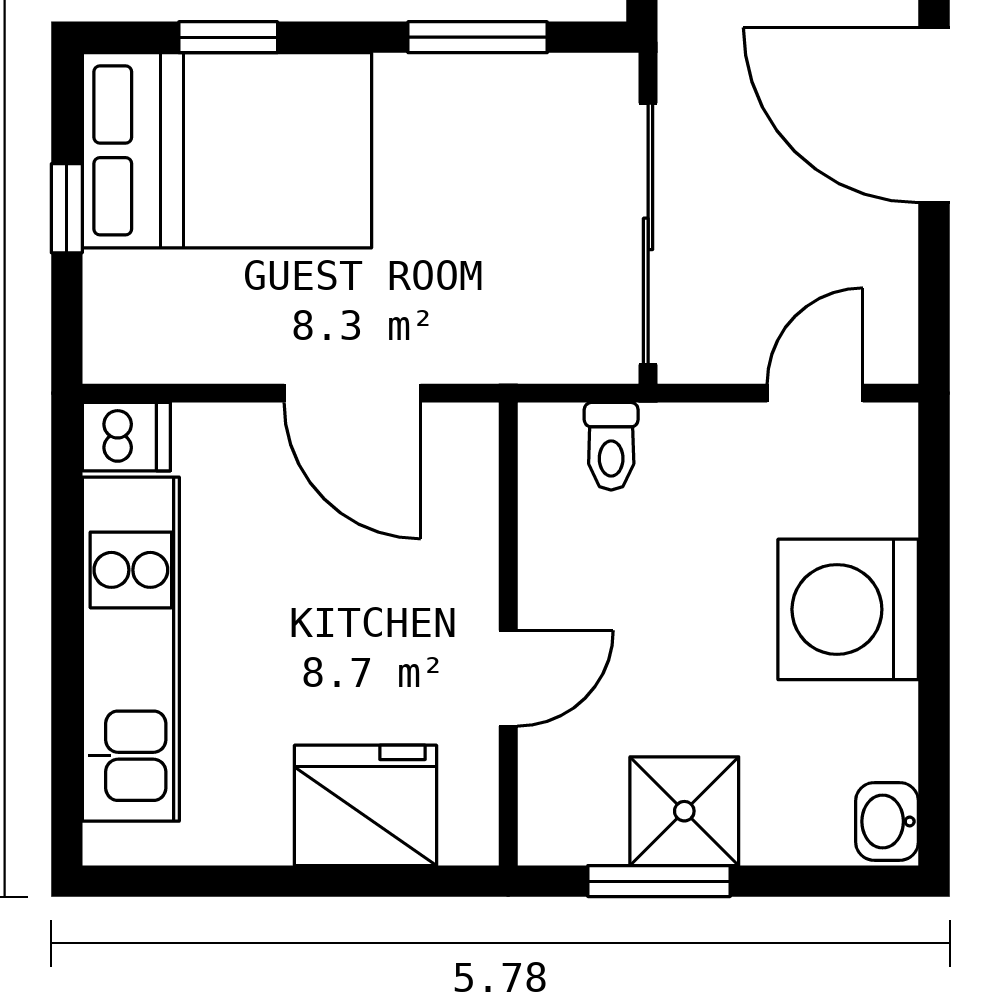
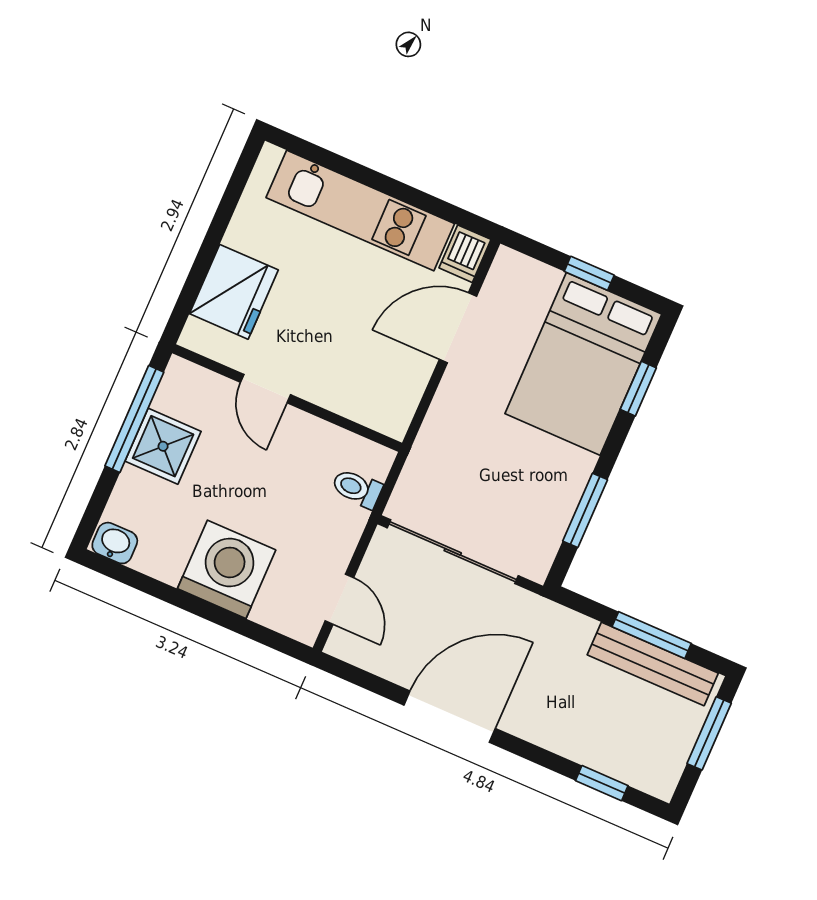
door: (352, 393) -> (458, 328), moved
window: (659, 881) -> (134, 419), width x1.44

